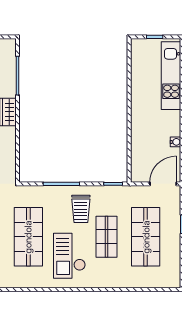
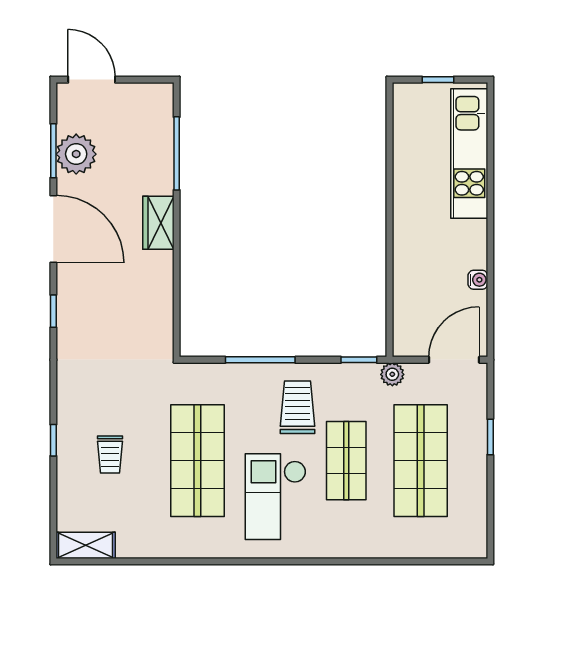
plant: (131, 191) -> (392, 374), added
trolley: (81, 209) -> (297, 407), turned 180

